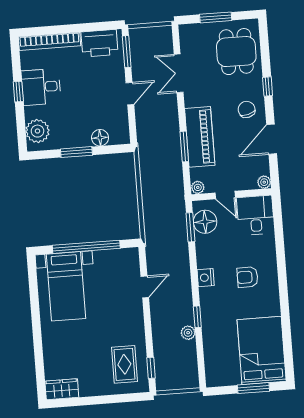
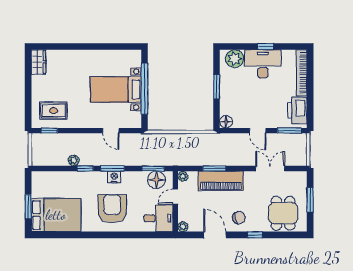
dining table: (236, 52) -> (283, 213), turned 90
desk: (41, 87) -> (263, 64), width x1.37
floor lamp: (100, 138) -> (226, 122), moved
armchair: (247, 277) -> (112, 209), width x1.88, depth x1.88
window: (195, 281) -> (112, 168), added
bed with nightstands: (66, 286) -> (116, 89), moved

